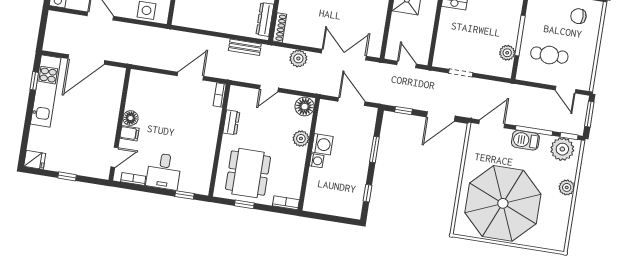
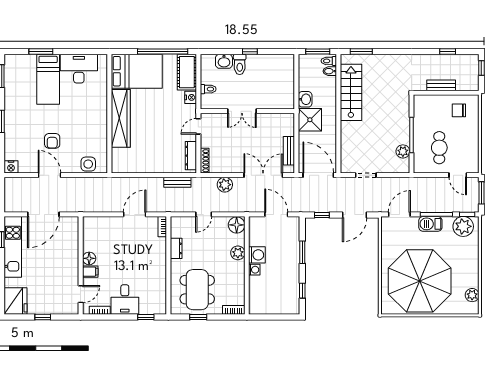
bench: (378, 31) -> (289, 151), added
cafe table: (549, 55) -> (439, 148), turned 90
door: (407, 64) -> (318, 175), width x1.87
fridge: (35, 160) -> (16, 301), width x1.88, depth x1.34
plant: (567, 187) -> (472, 295), moved

